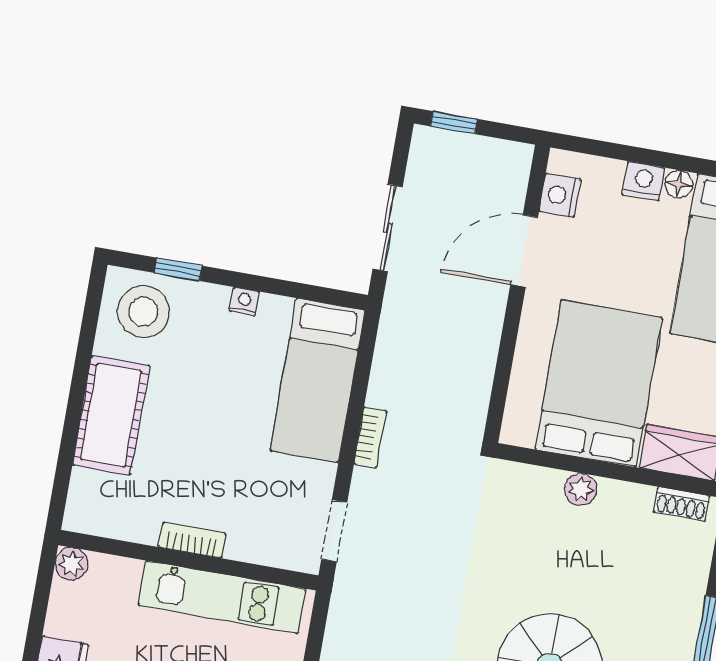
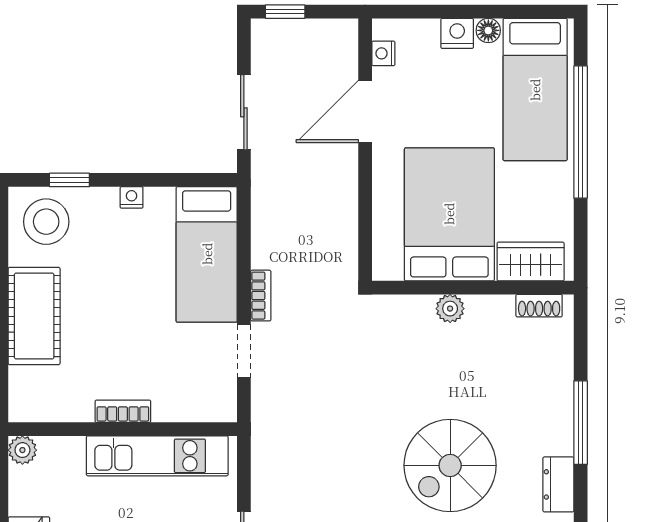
nightstand: (560, 195) -> (383, 53), width x0.72, depth x0.74
doorway: (334, 531) -> (244, 351), moved

